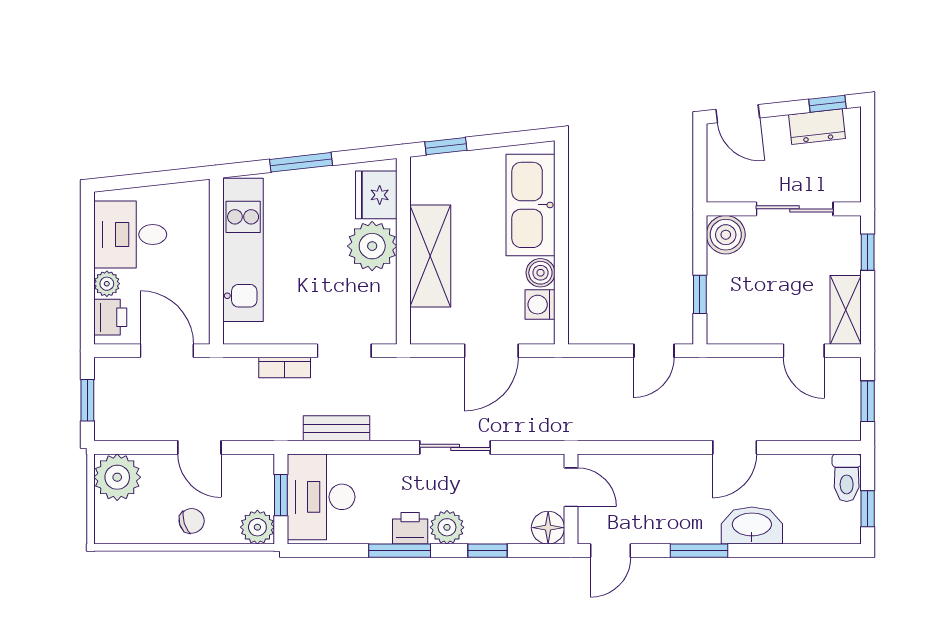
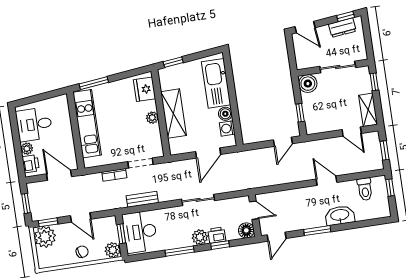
window: (301, 162) -> (94, 83), moved
plant: (372, 246) -> (152, 118), width x0.53, depth x0.53
window: (128, 447) -> (48, 222), added
door: (735, 447) -> (327, 181), swing flipped
toilet: (847, 478) -> (365, 189), moved
window: (868, 509) -> (390, 188), moved
printer: (410, 528) -> (217, 235), moved

